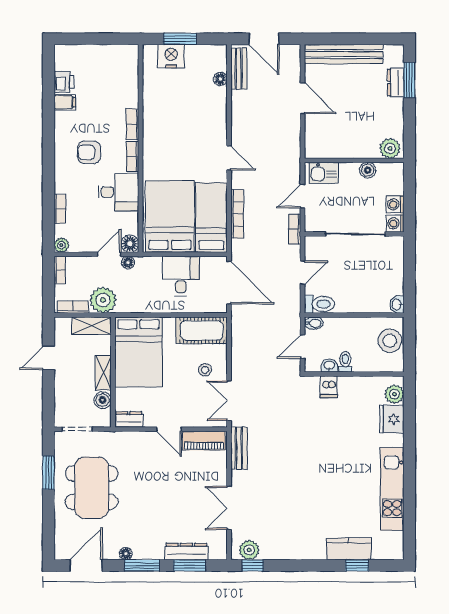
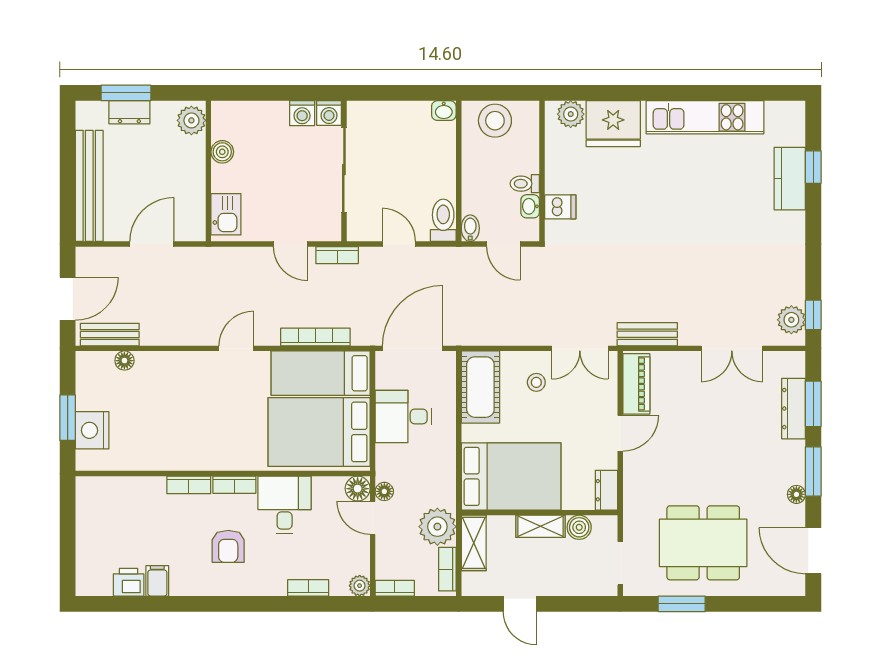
plant: (390, 148) -> (191, 120), moved
wall: (354, 160) -> (208, 171), moved
boiler: (368, 170) -> (222, 152), moved
kitchen sink: (324, 173) -> (226, 214), moved
fridge: (392, 419) -> (613, 124), width x1.36, depth x1.34

